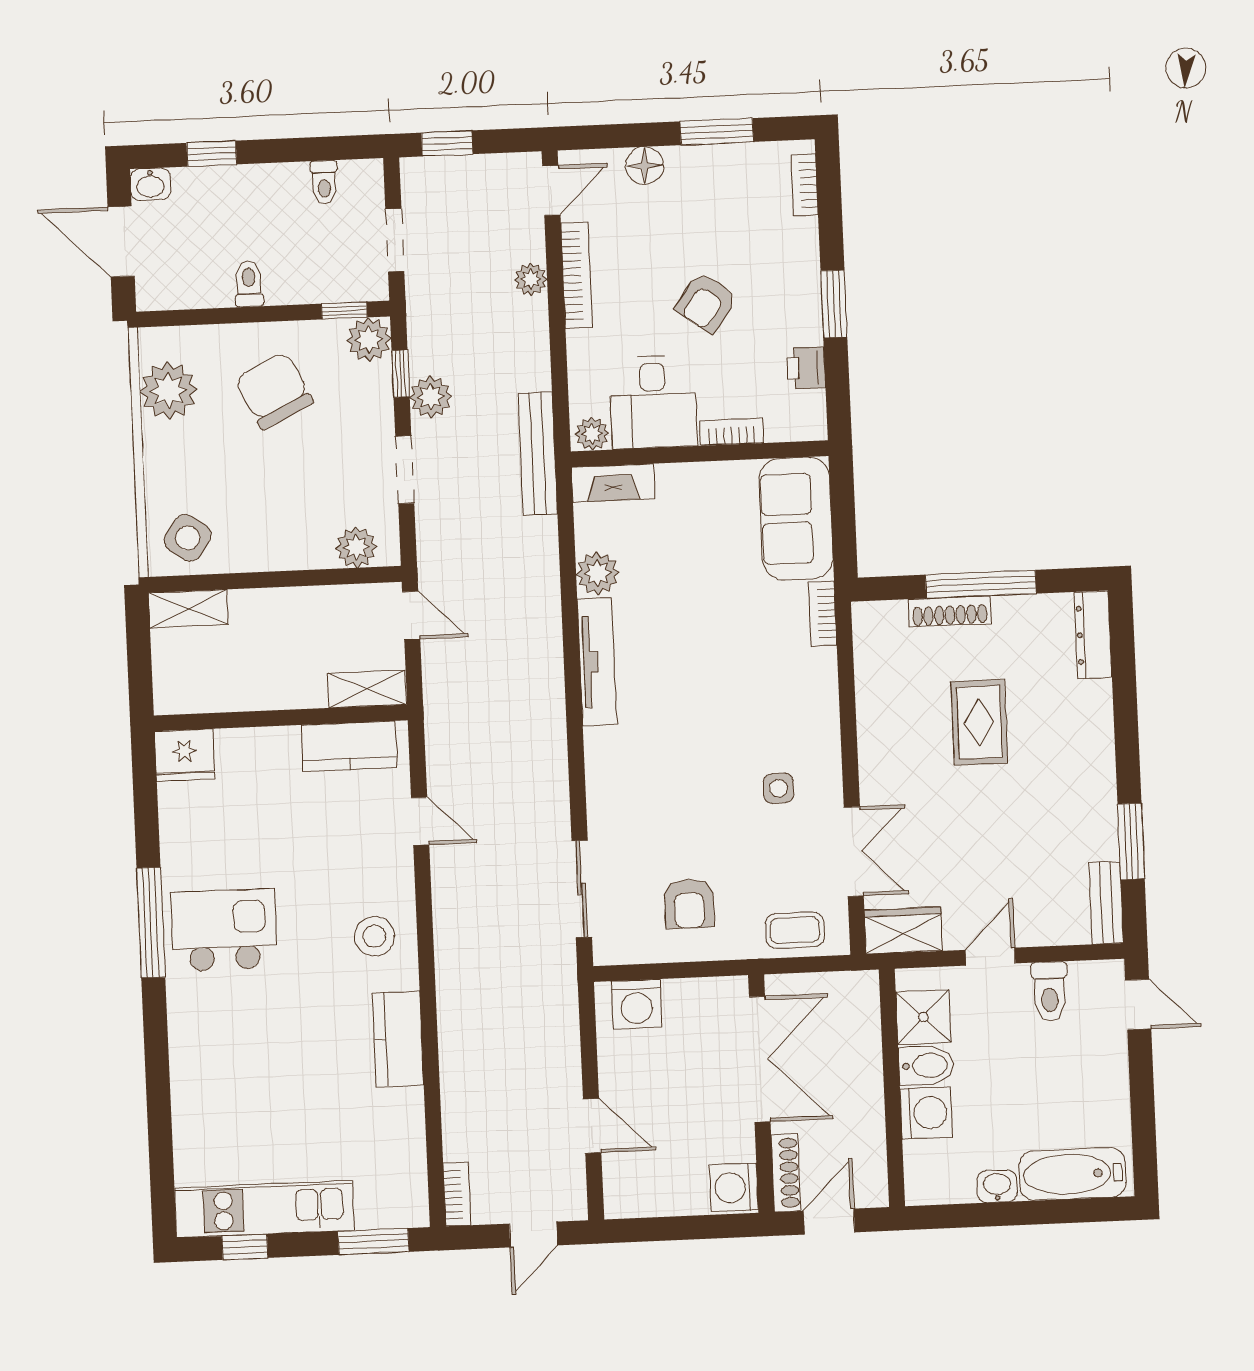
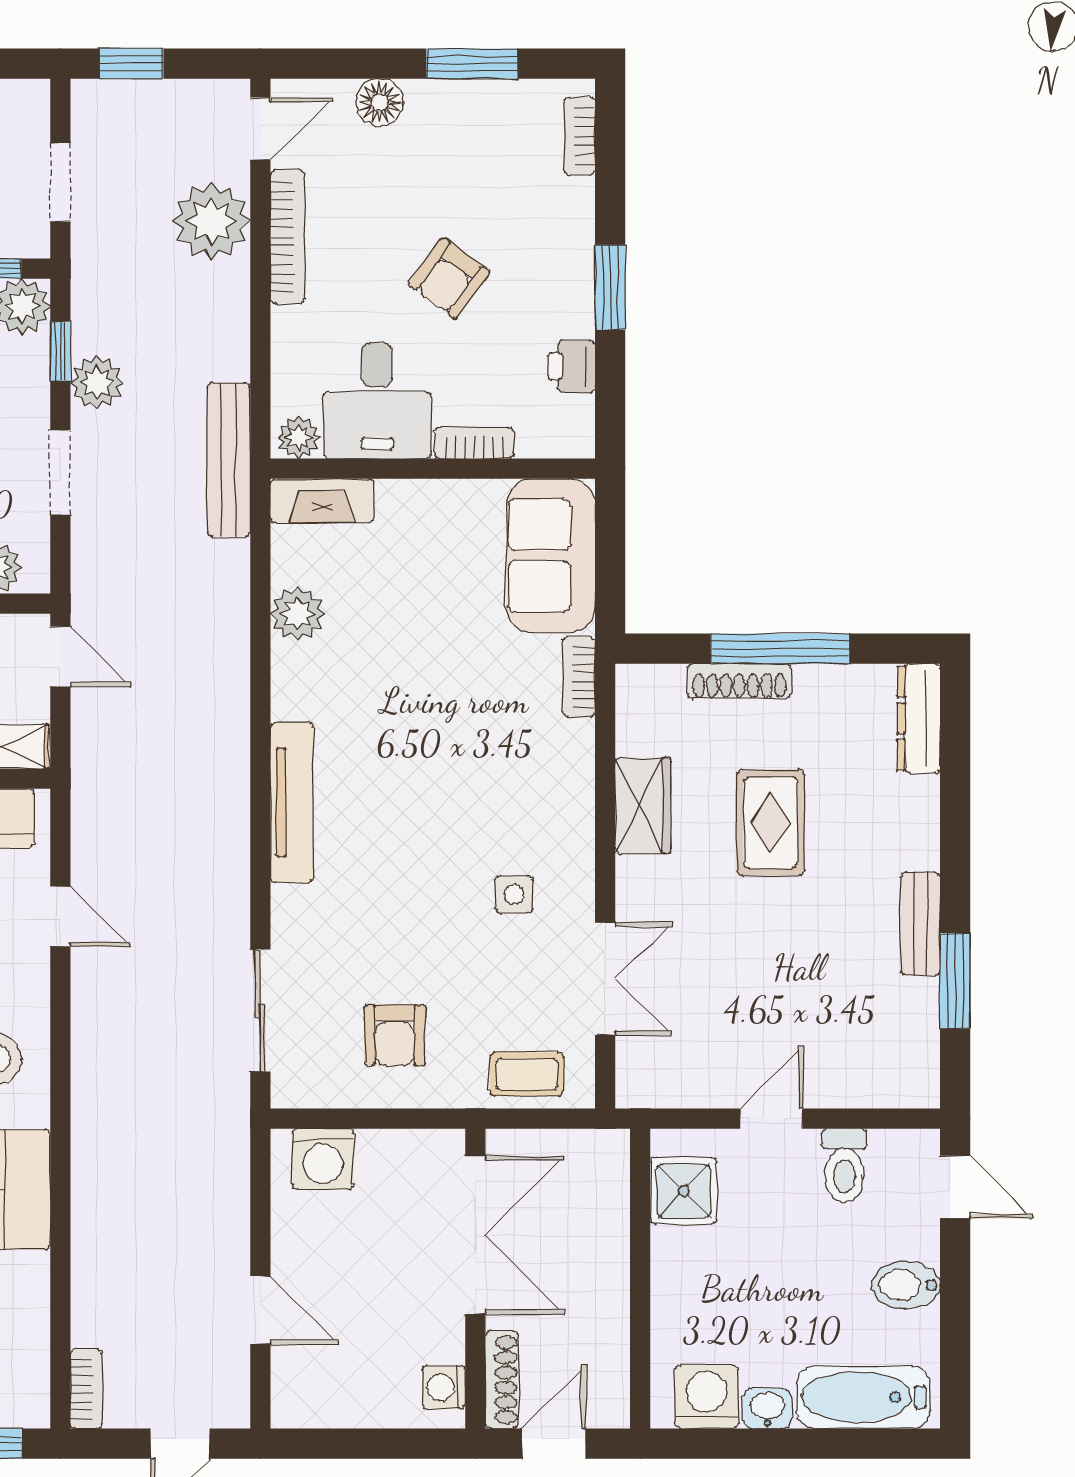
plant: (531, 279) -> (212, 221), width x1.87, depth x1.87
tv unit: (597, 662) -> (292, 803), moved
bench: (1106, 903) -> (921, 924), moved
wardrobe: (903, 930) -> (643, 805), moved, turned 90
bidet: (926, 1065) -> (906, 1285), moved, turned 180
washing machine: (926, 1113) -> (707, 1397), moved, turned -90
washing machine: (734, 1188) -> (444, 1387), width x0.73, depth x0.73

